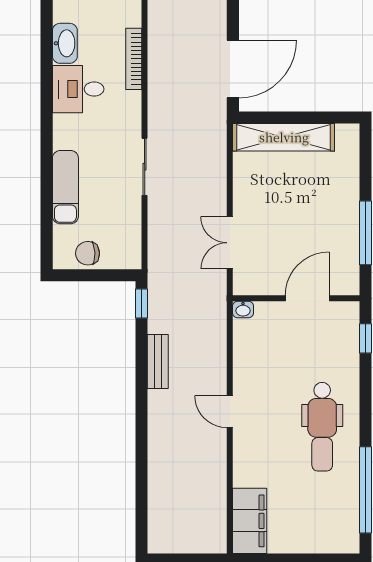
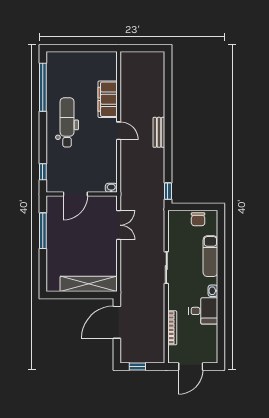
washbasin: (65, 43) -> (213, 291), moved, width x0.52, depth x0.69
chair: (88, 253) -> (198, 219), turned 92
bench: (158, 362) -> (159, 132), moved
filing cabinet: (250, 521) -> (108, 99), moved

